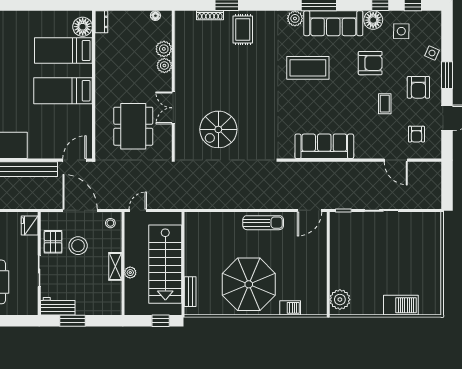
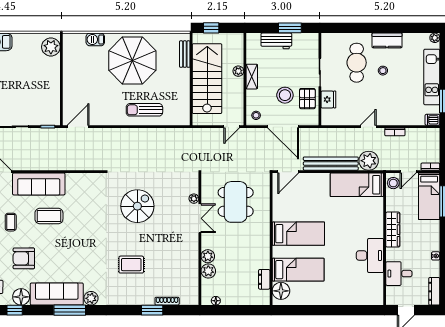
dresser: (101, 22) -> (264, 279), moved
rug: (243, 30) -> (131, 265), moved, turned 90
coffee table: (308, 68) -> (49, 216), moved, width x0.73, depth x0.76
spiral stairs: (218, 129) -> (137, 206), moved
plant: (180, 130) -> (194, 199), added
sofa: (324, 146) -> (39, 184), moved
sun lounger: (263, 223) -> (144, 110), moved
fridge: (30, 226) -> (328, 99), moved
workbench: (58, 306) -> (276, 41), moved

